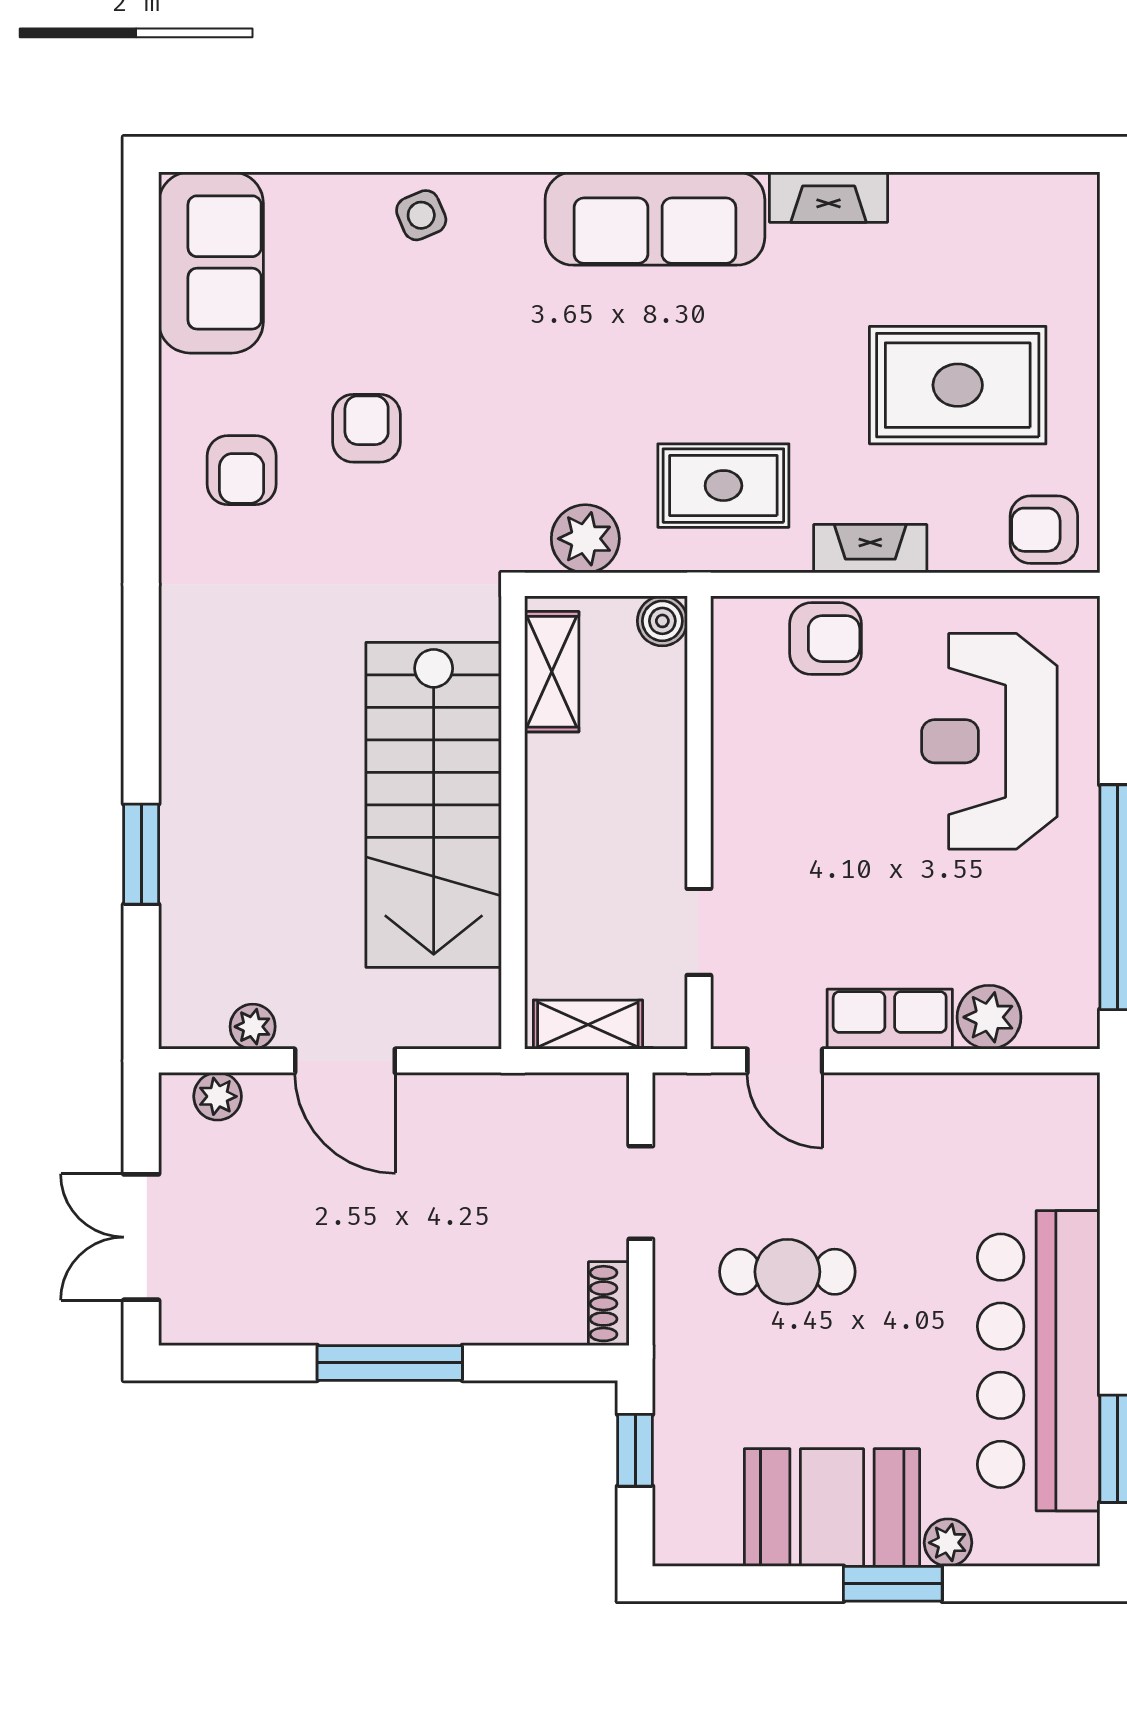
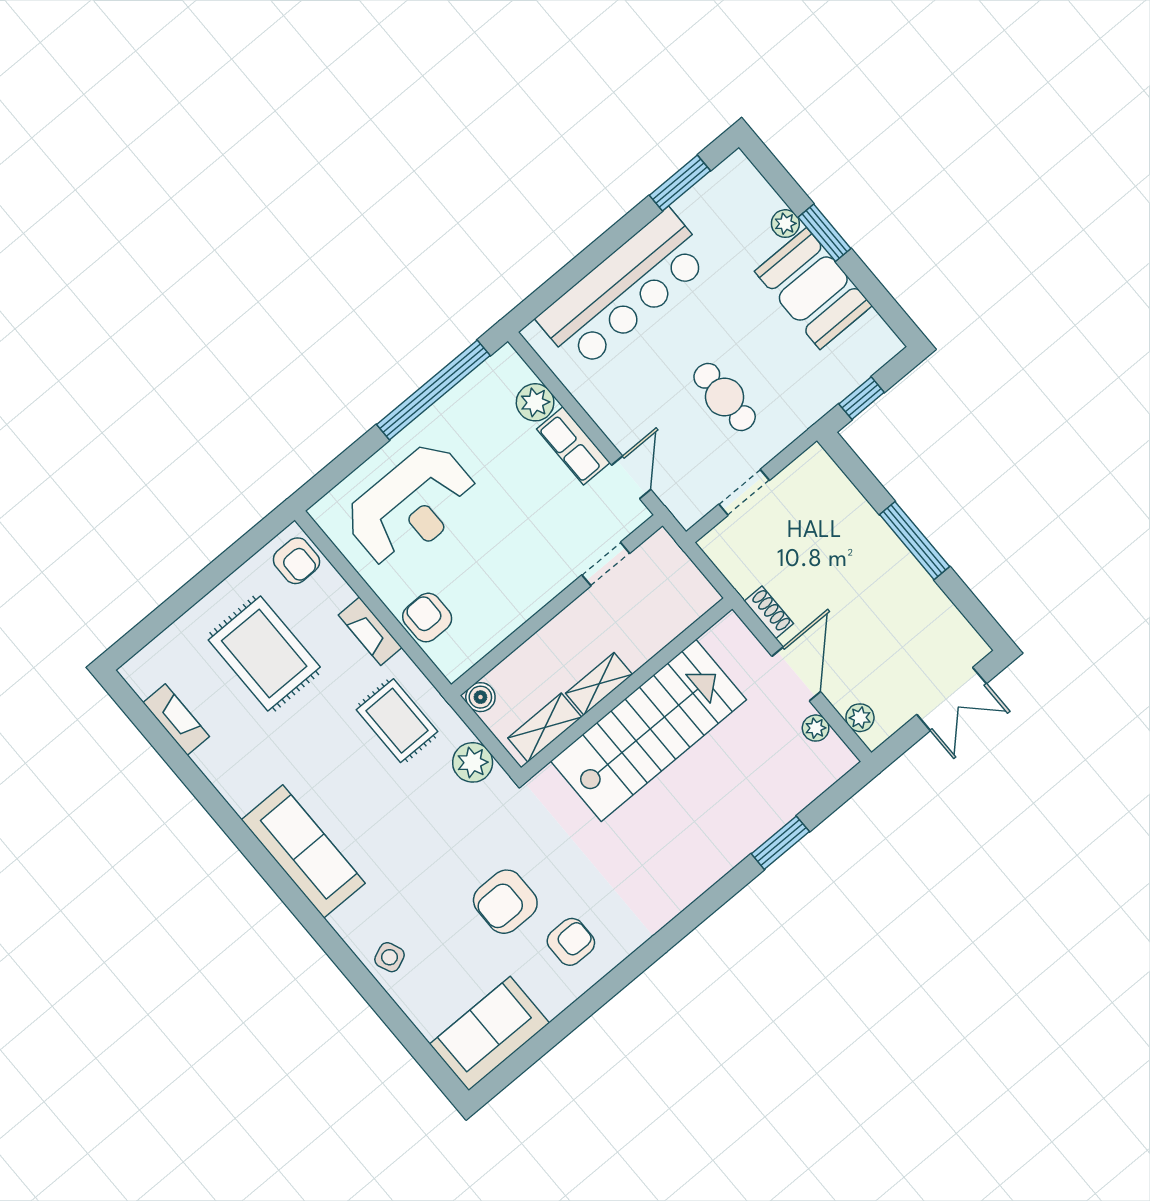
fireplace: (829, 197) -> (176, 719), moved
armchair: (367, 428) -> (505, 902), width x1.38, depth x1.38
shelving: (588, 1025) -> (599, 684), moved, turned 90
shoe rack: (609, 1304) -> (769, 612), moved, turned -90
bar counter: (1039, 1361) -> (624, 290), moved

